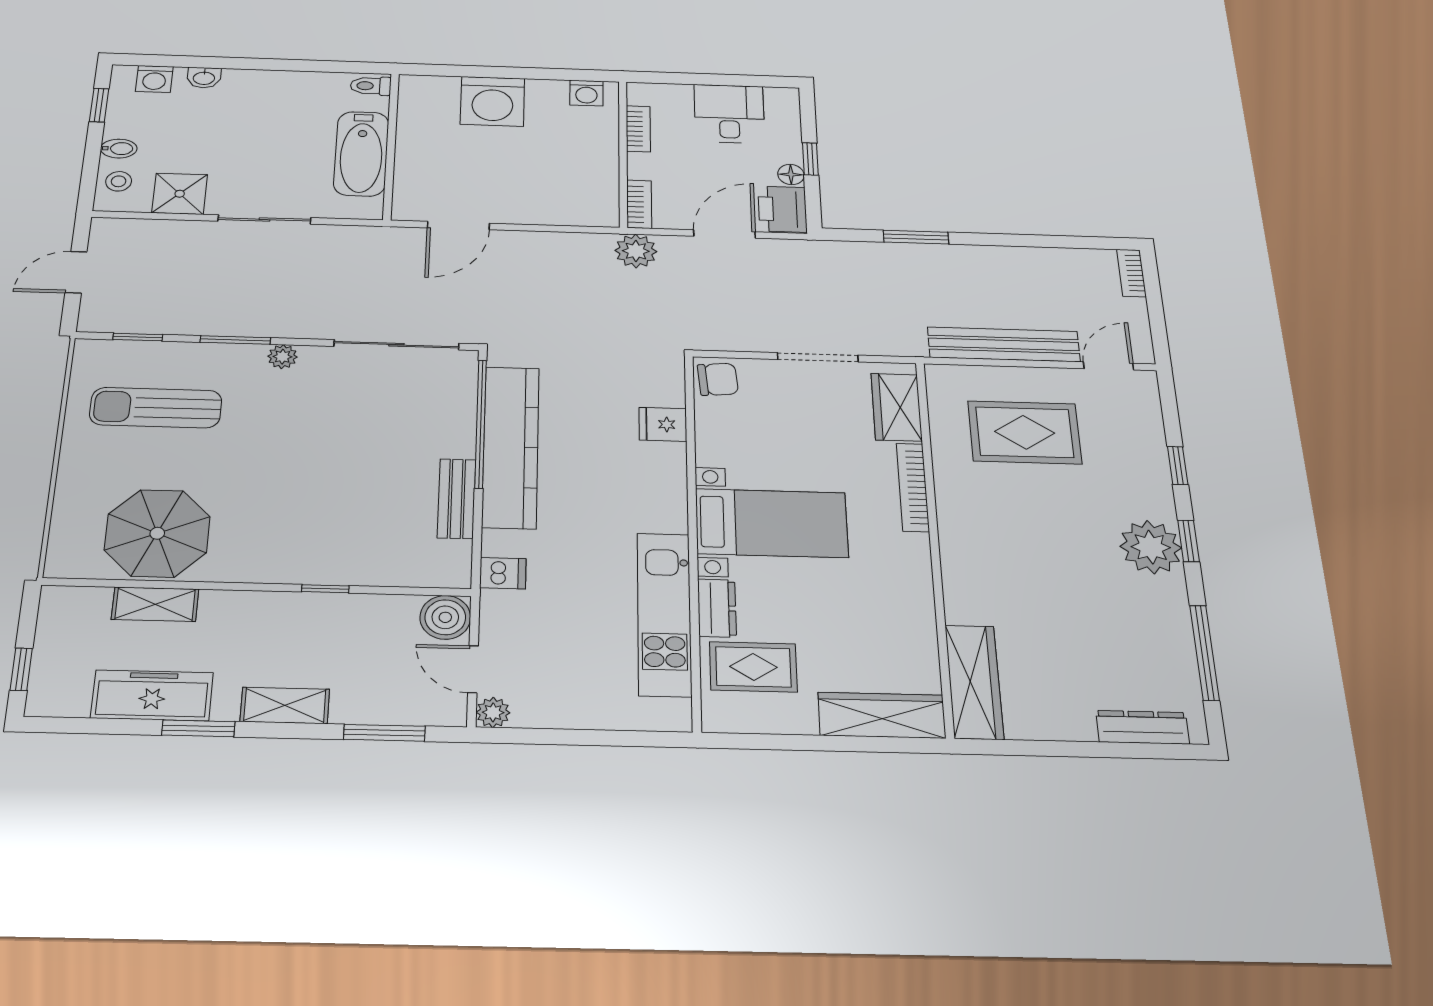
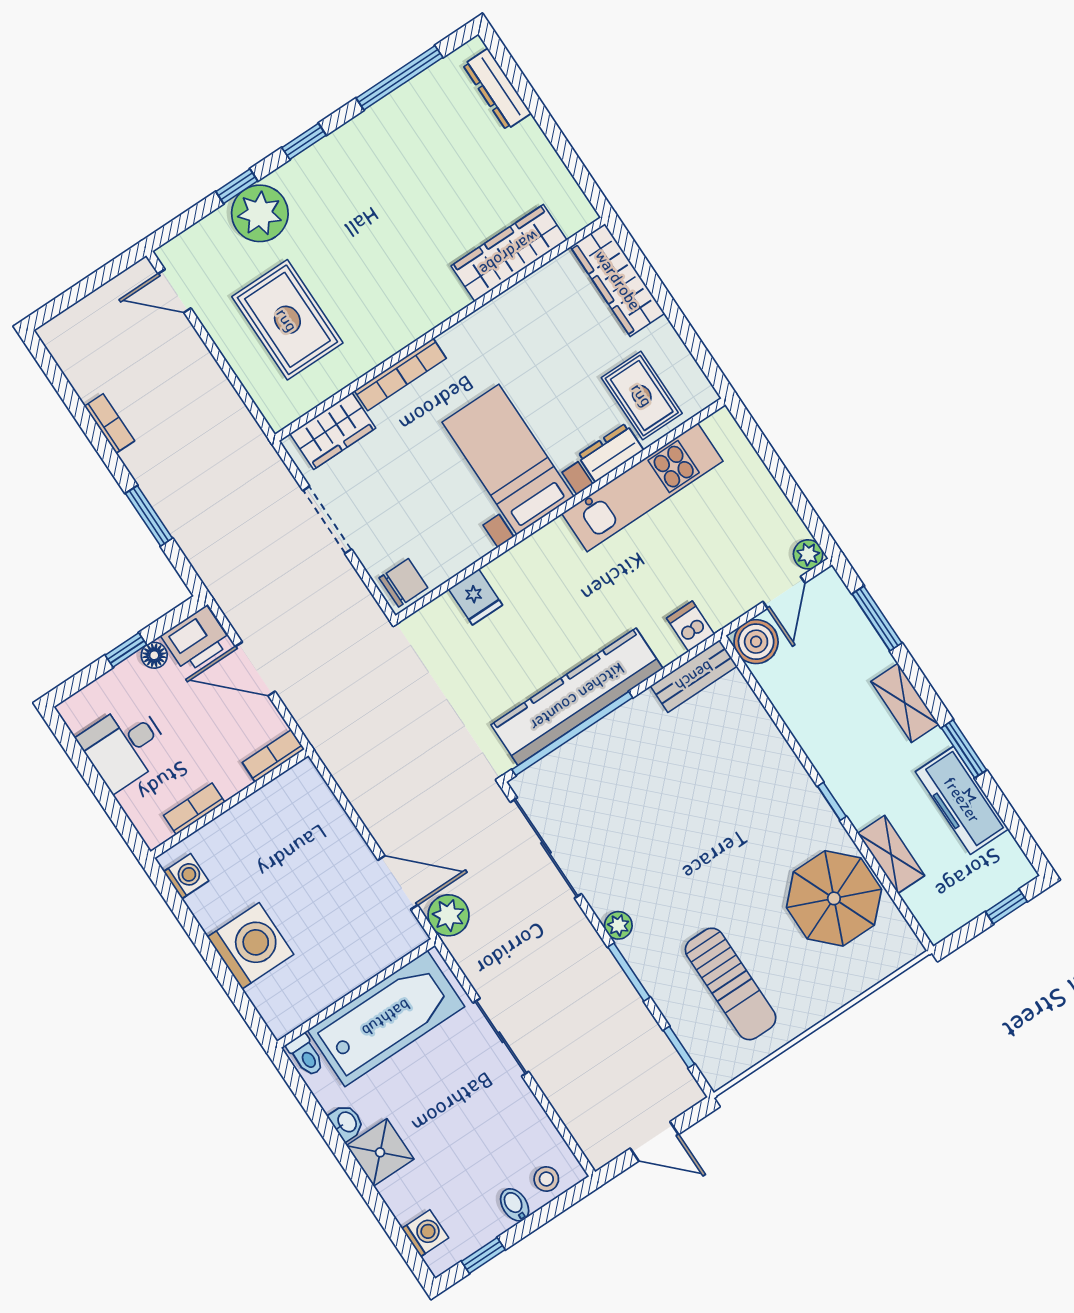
washbasin: (204, 78) -> (346, 1122), moved
bathtub: (361, 154) -> (386, 1018), width x1.36, depth x1.36
shower: (180, 194) -> (380, 1152), moved
plant: (636, 251) -> (448, 915), moved
bookcase: (1131, 273) -> (110, 423), moved, turned -90
bench: (1004, 344) -> (211, 384), removed
chair: (718, 379) -> (403, 583), turned 95
bench: (456, 499) -> (694, 676), moved
plant: (1151, 547) -> (260, 213), moved
window: (325, 589) -> (832, 801), moved
wardrobe: (974, 682) -> (509, 253), moved

